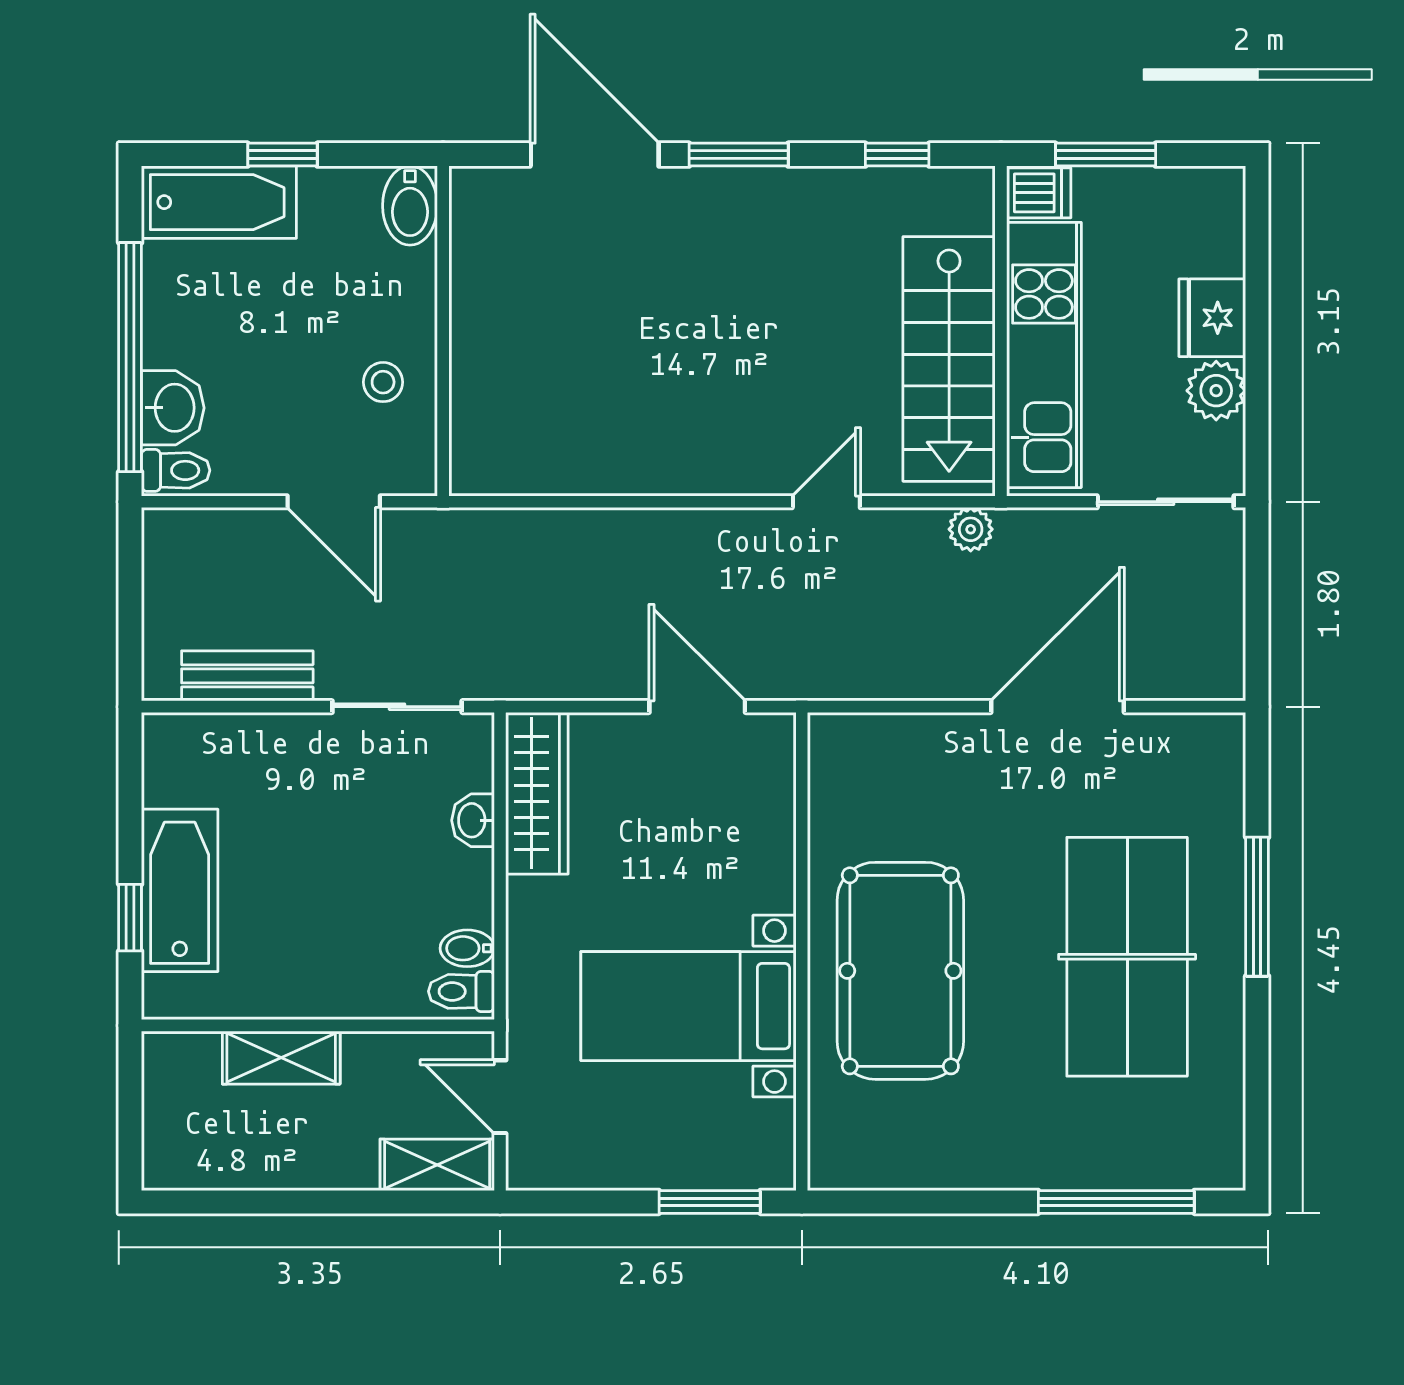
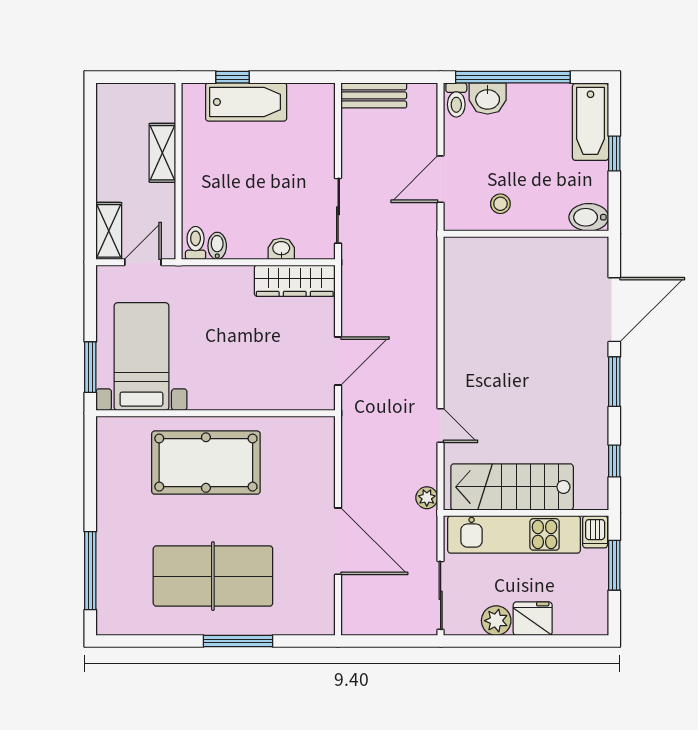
bench: (247, 676) -> (374, 95), moved, turned 90
bed with nightstands: (688, 1006) -> (141, 357), moved

